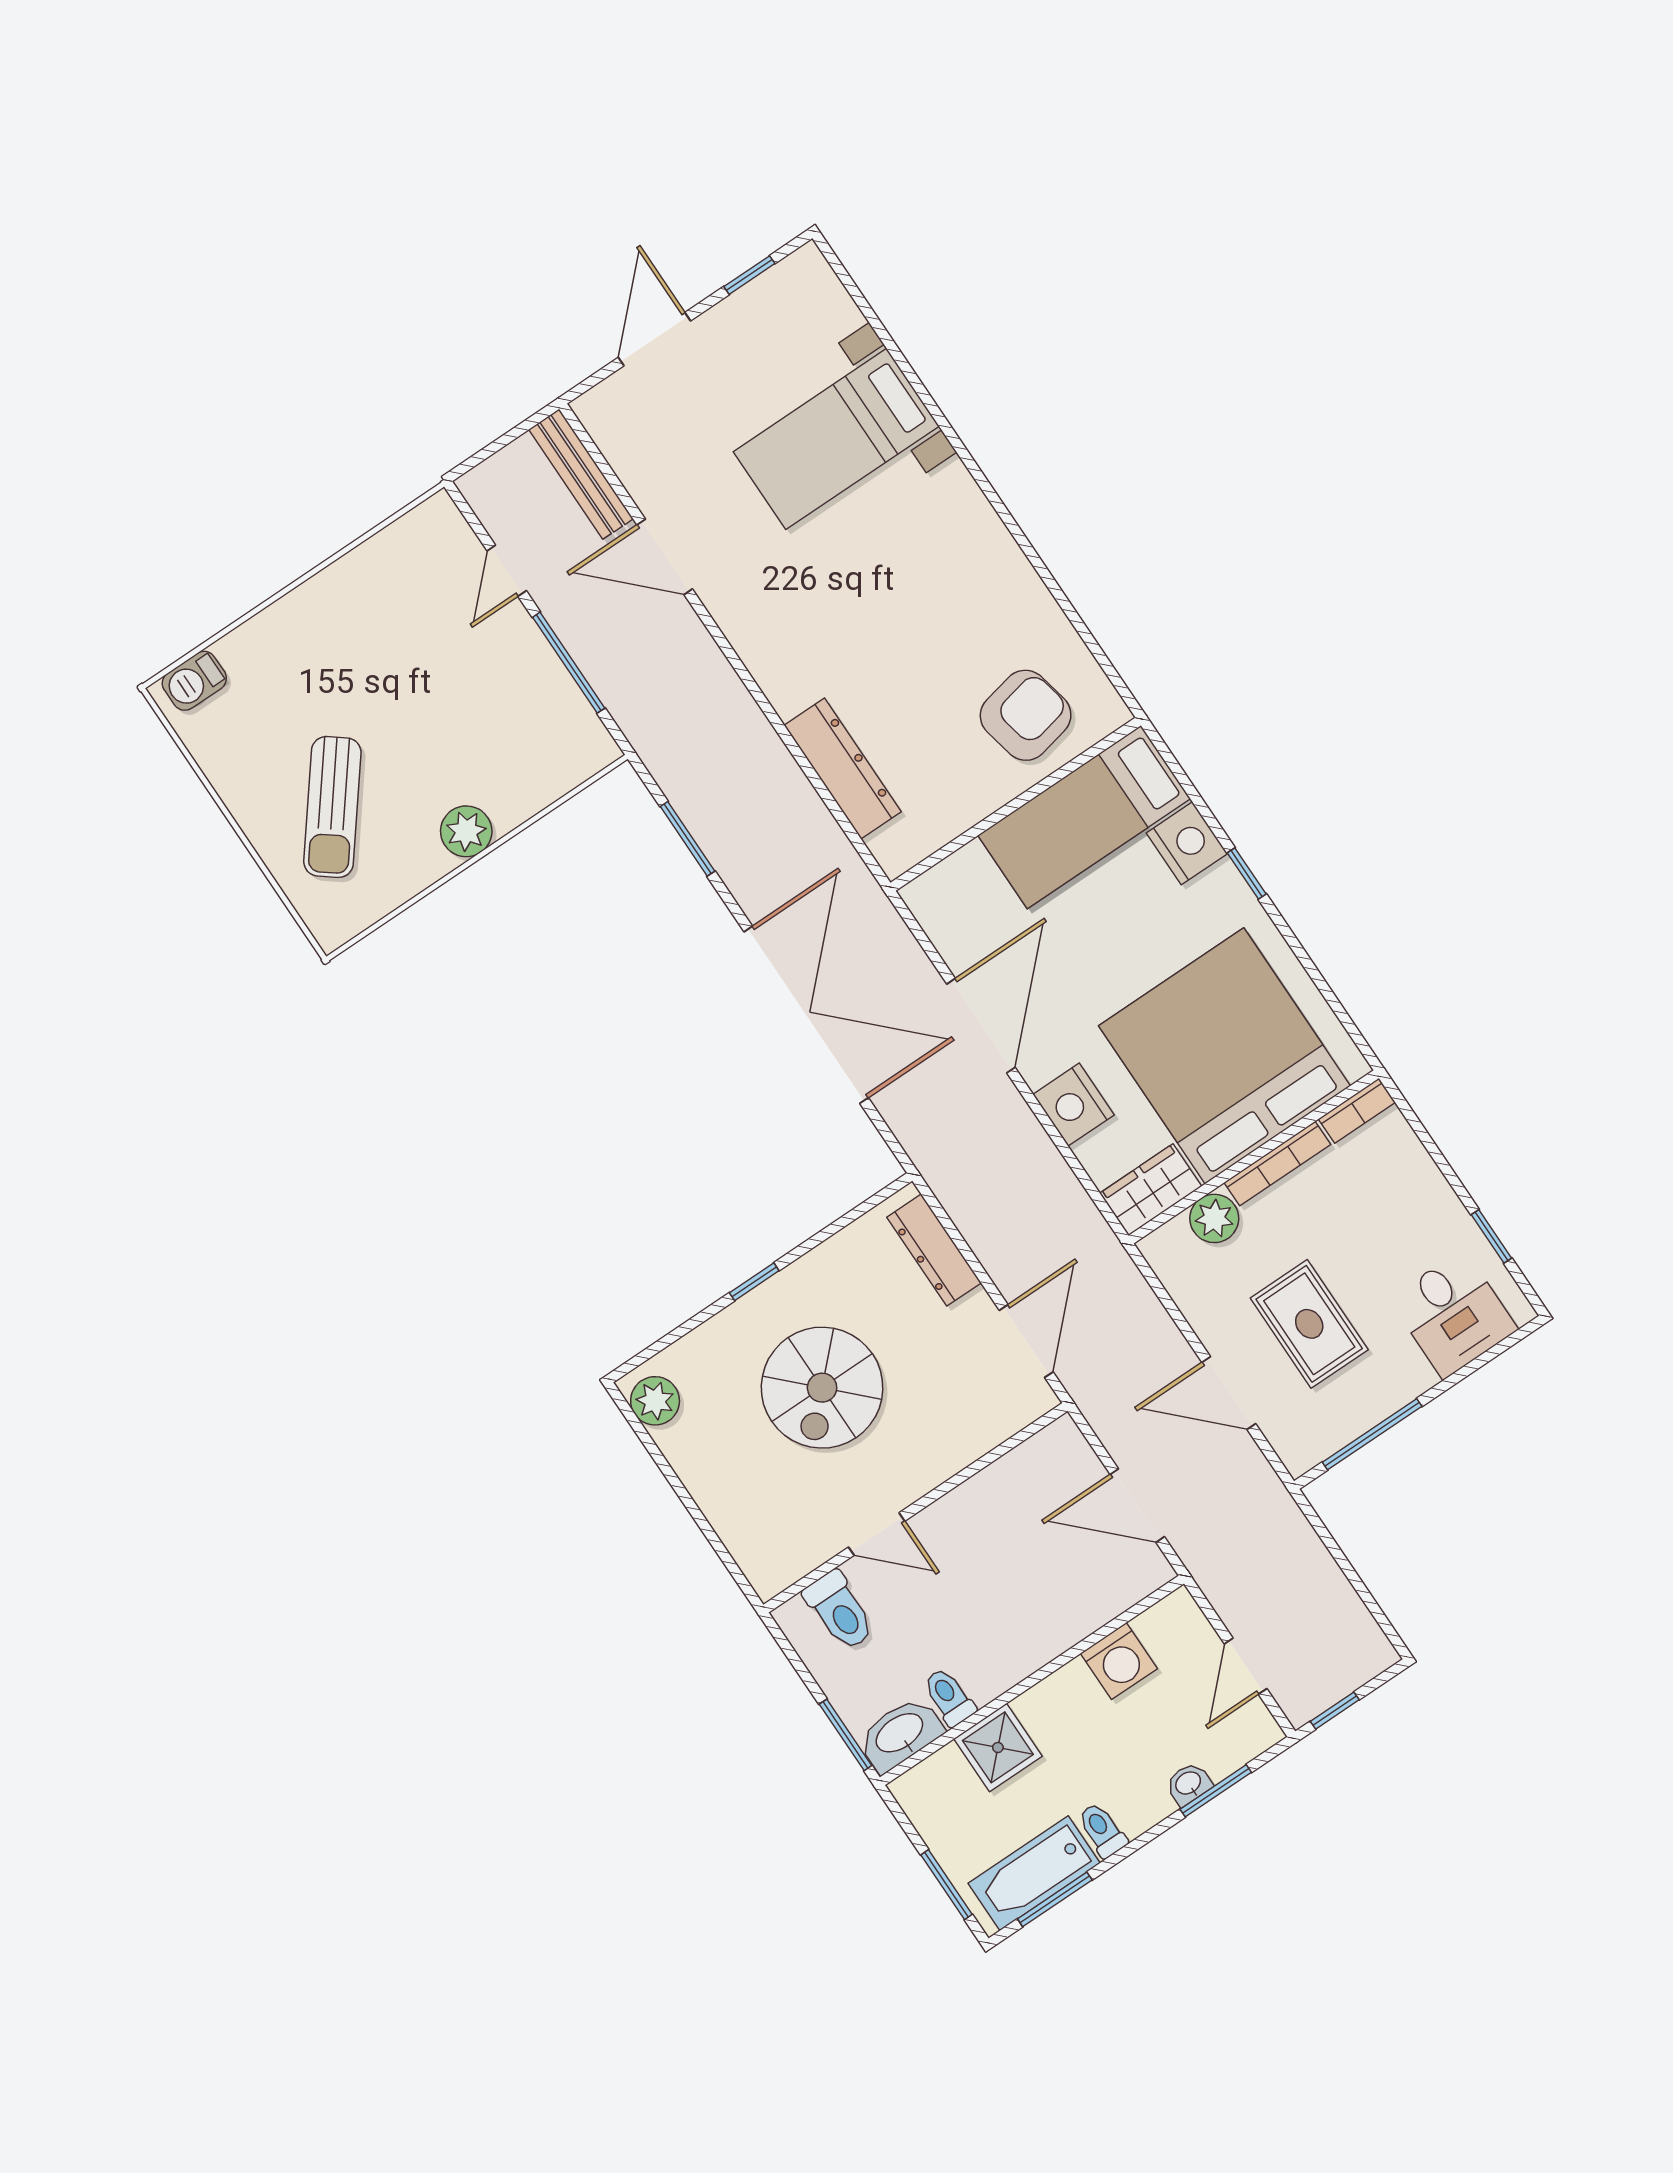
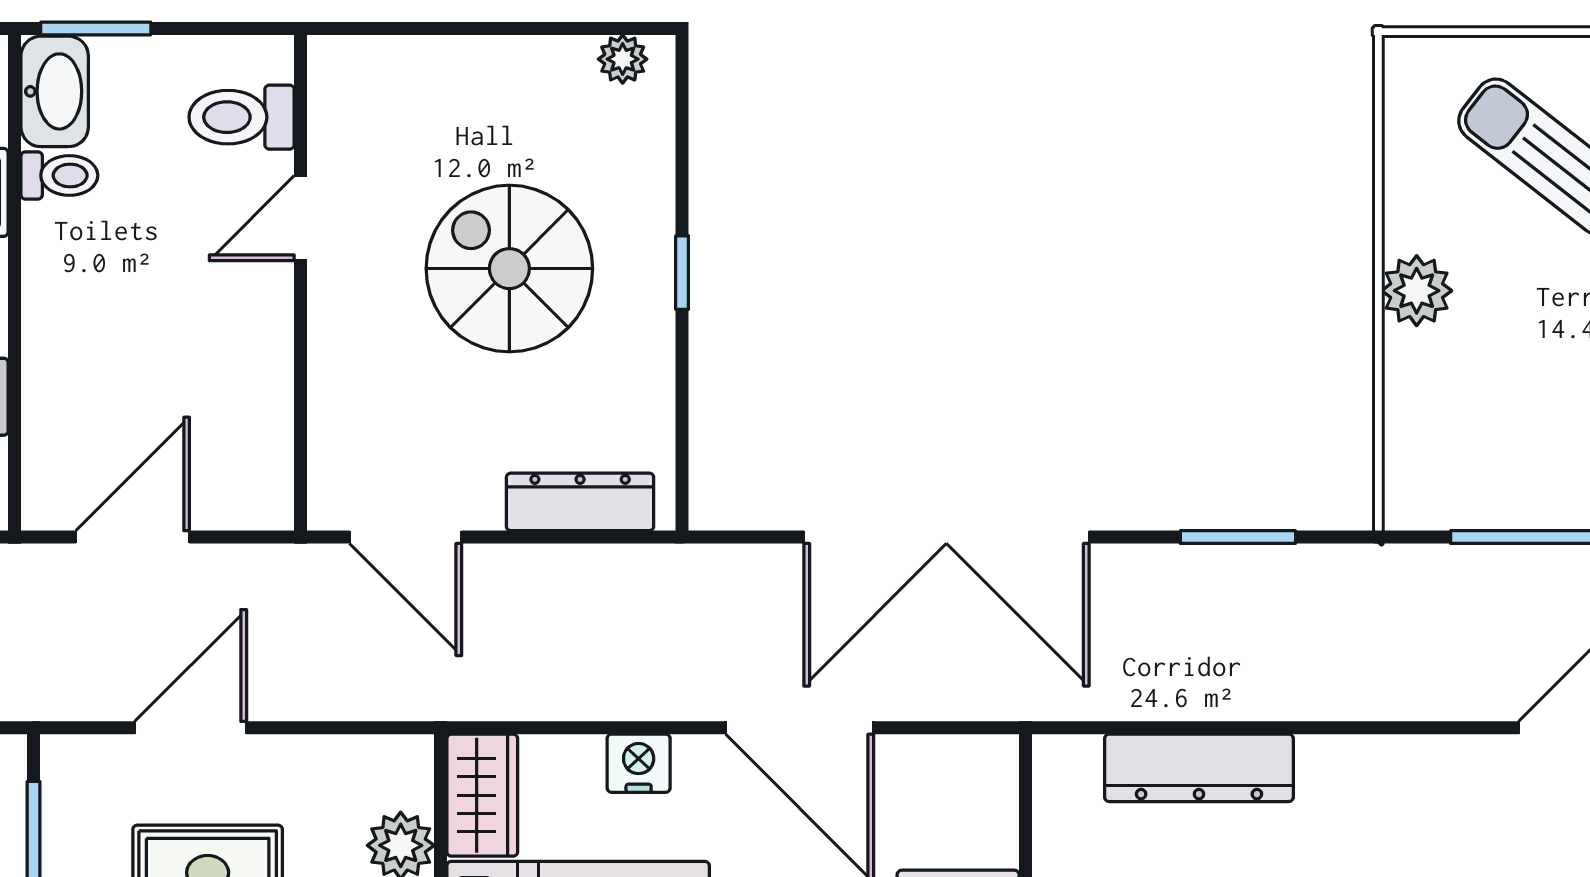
nightstand: (1074, 1105) -> (639, 763), width x0.74, depth x0.75
plant: (655, 1401) -> (623, 59), width x0.73, depth x0.73

